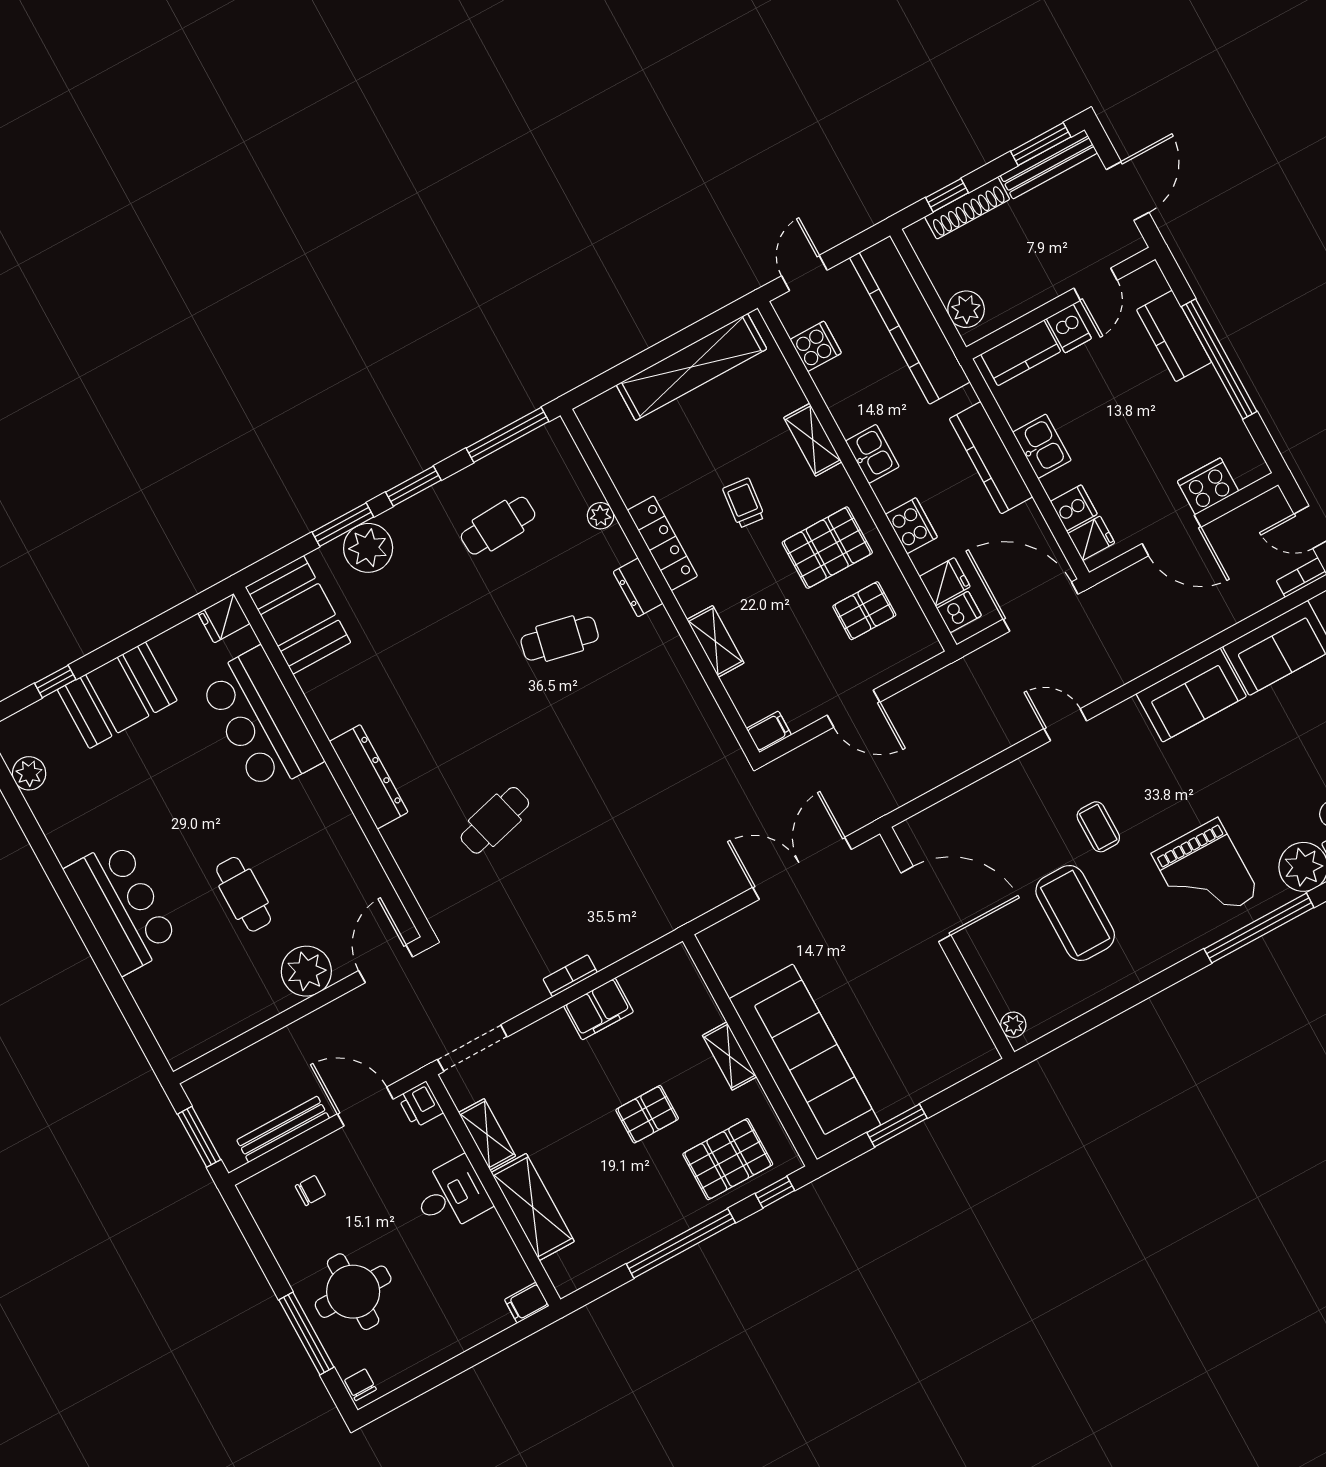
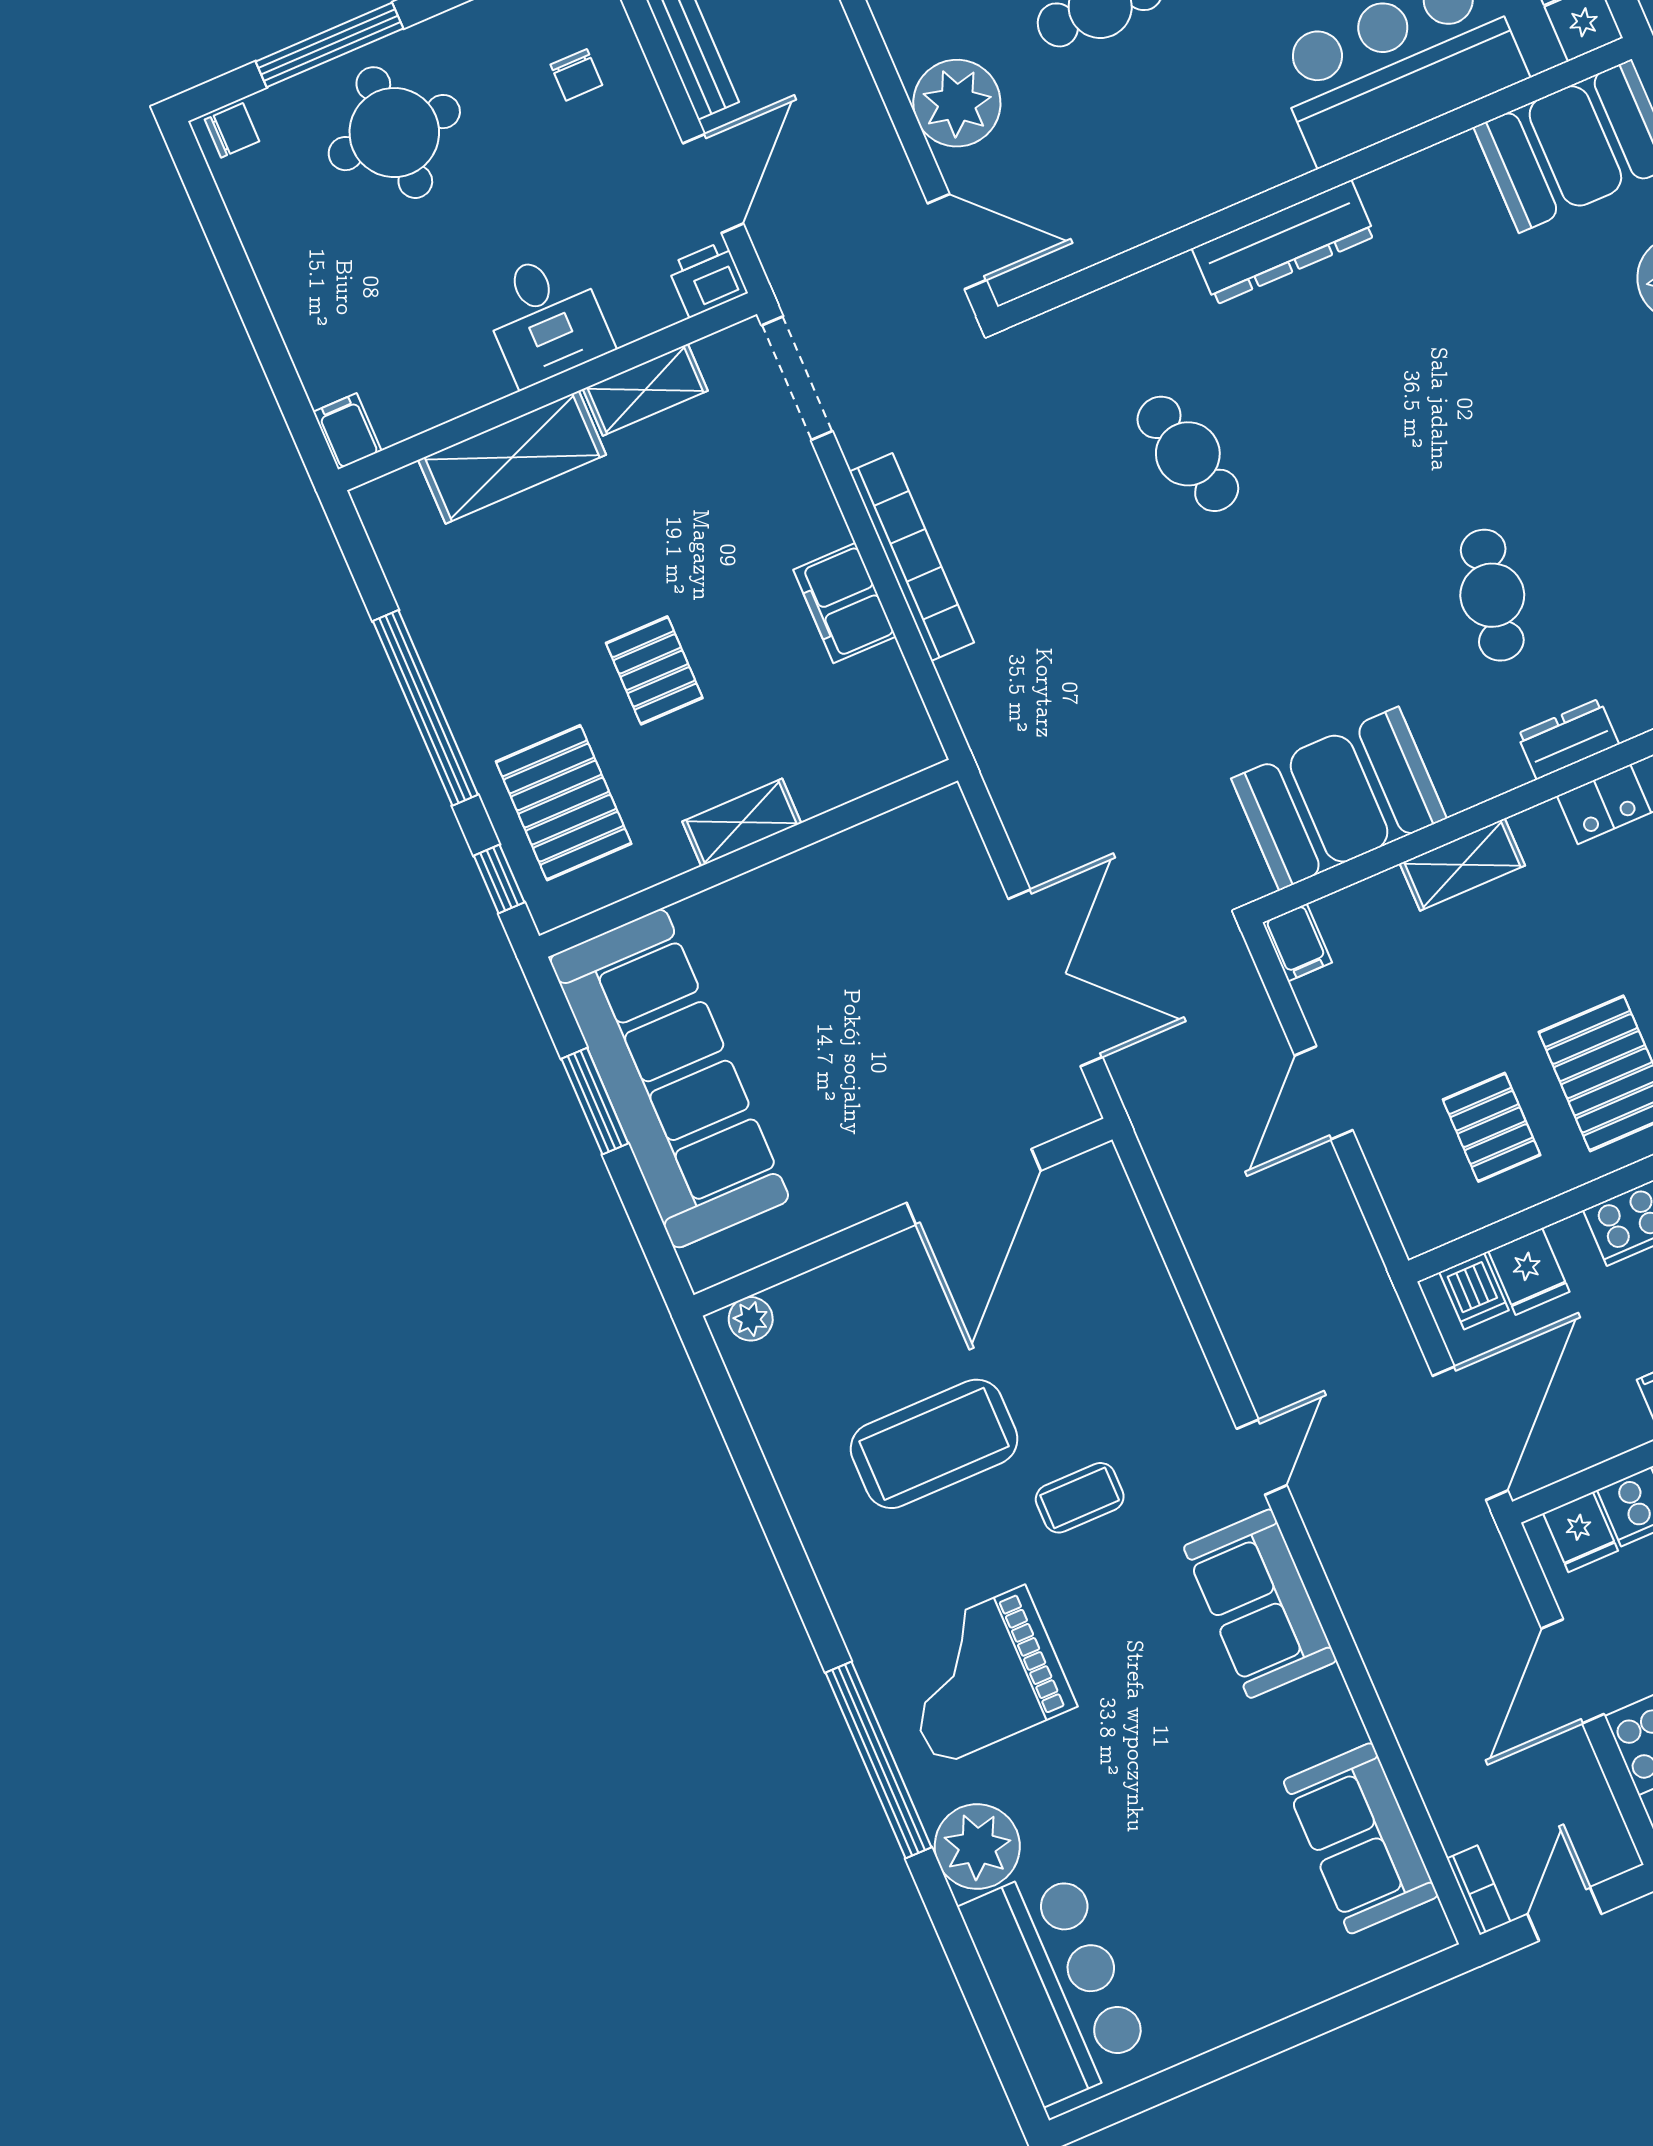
sofa: (1191, 695) -> (1260, 1604), moved
booth: (684, 715) -> (1339, 799), added
bookcase: (570, 976) -> (912, 557), width x2.31, depth x1.31
sofa: (805, 1062) -> (669, 1079), moved, turned -90

